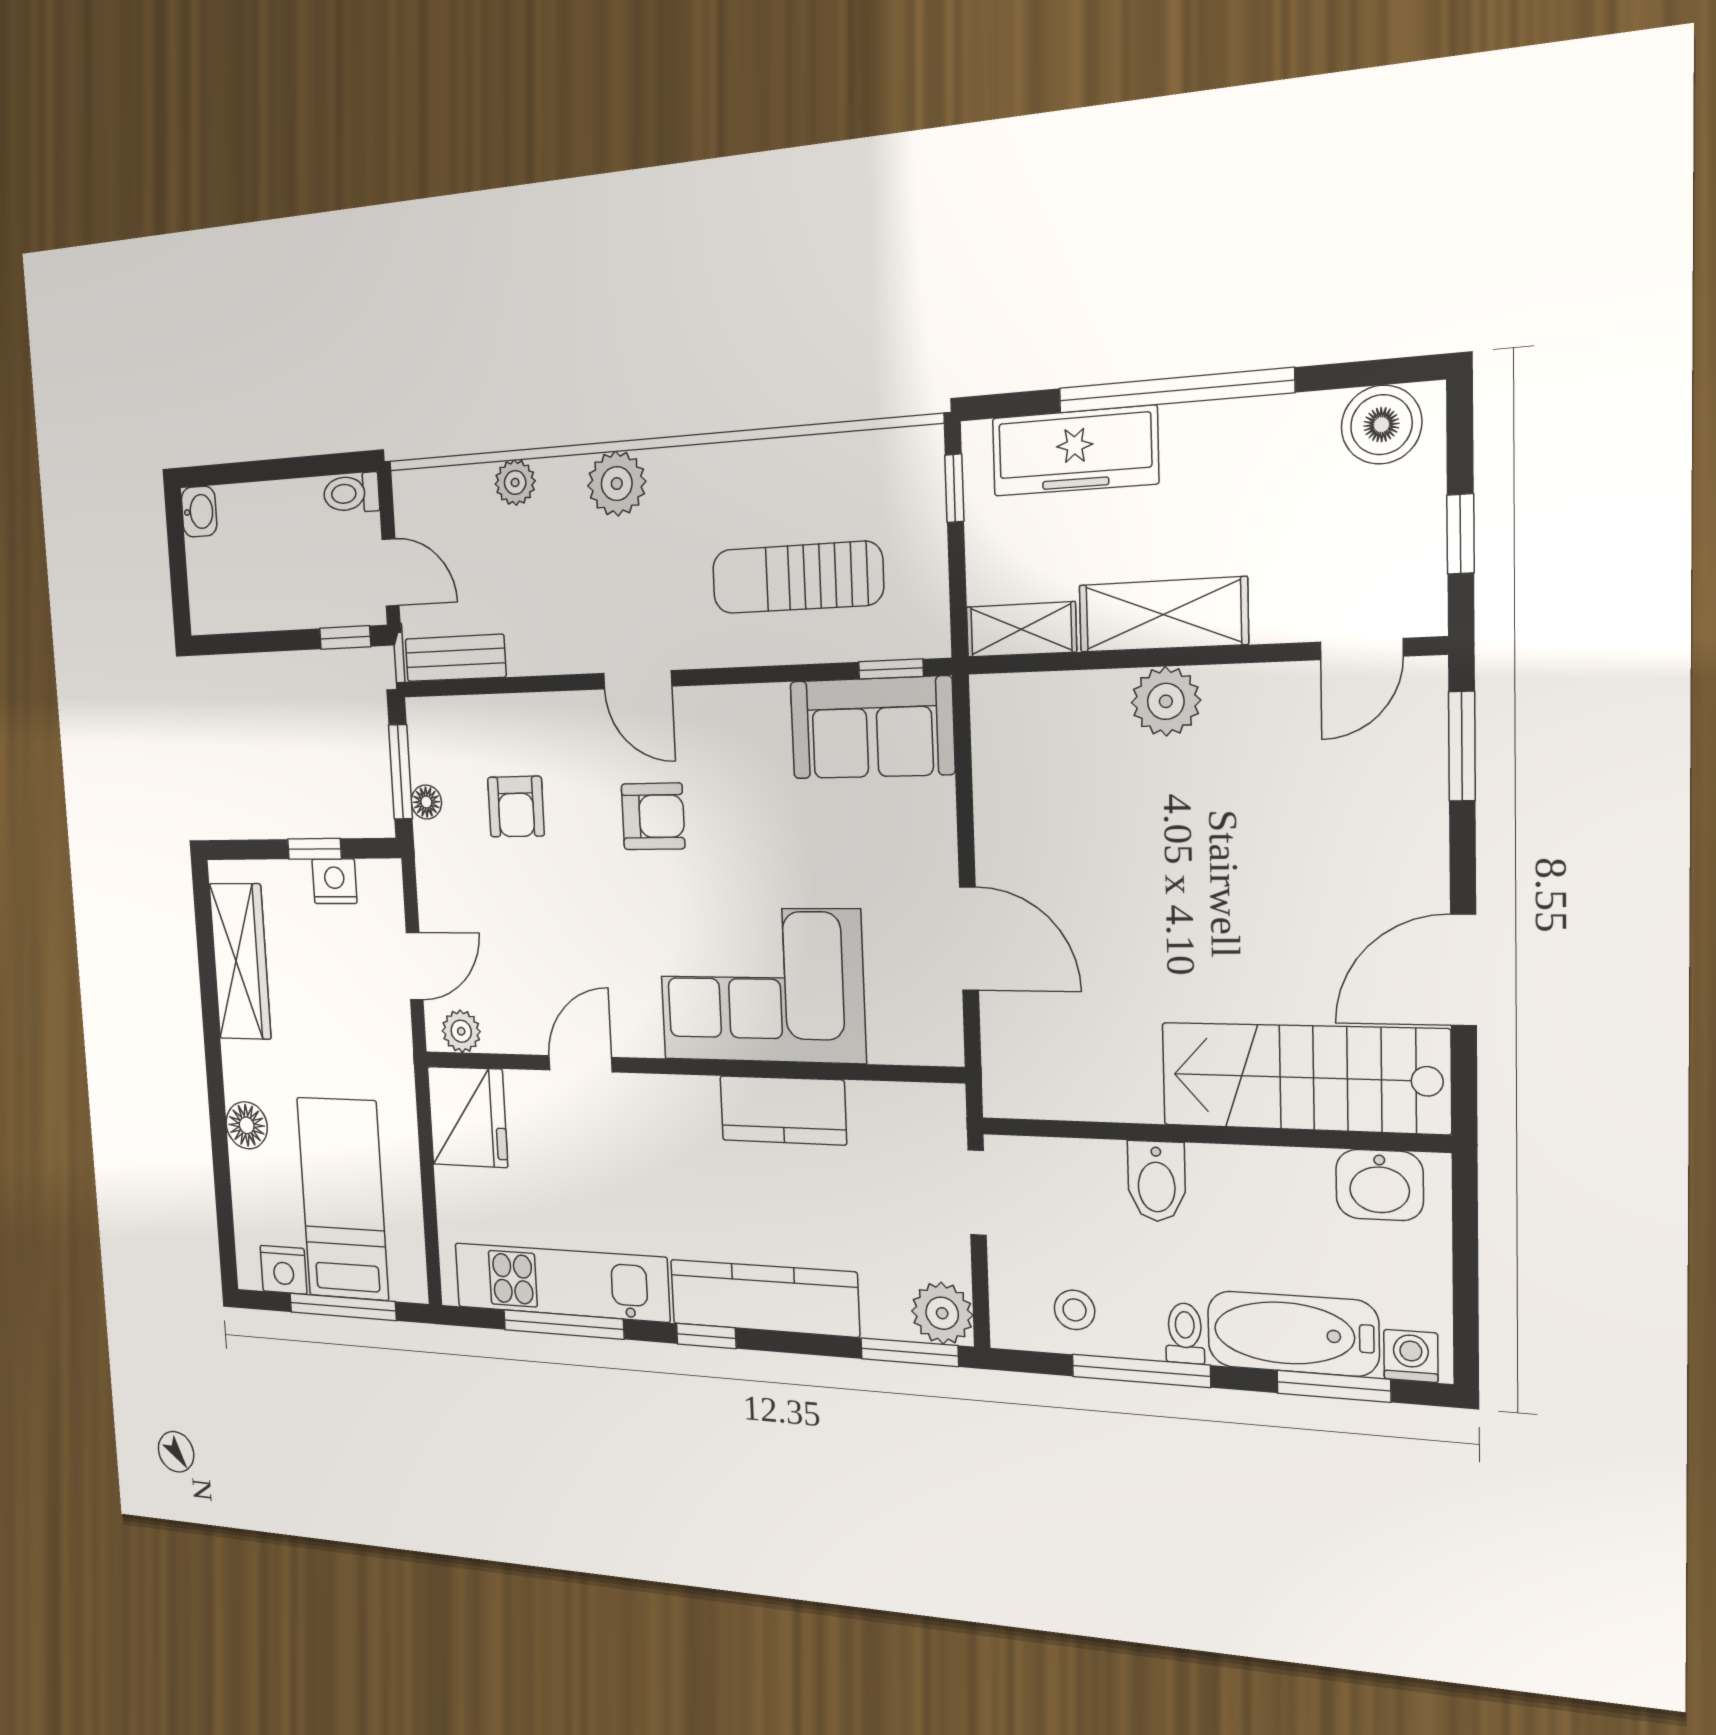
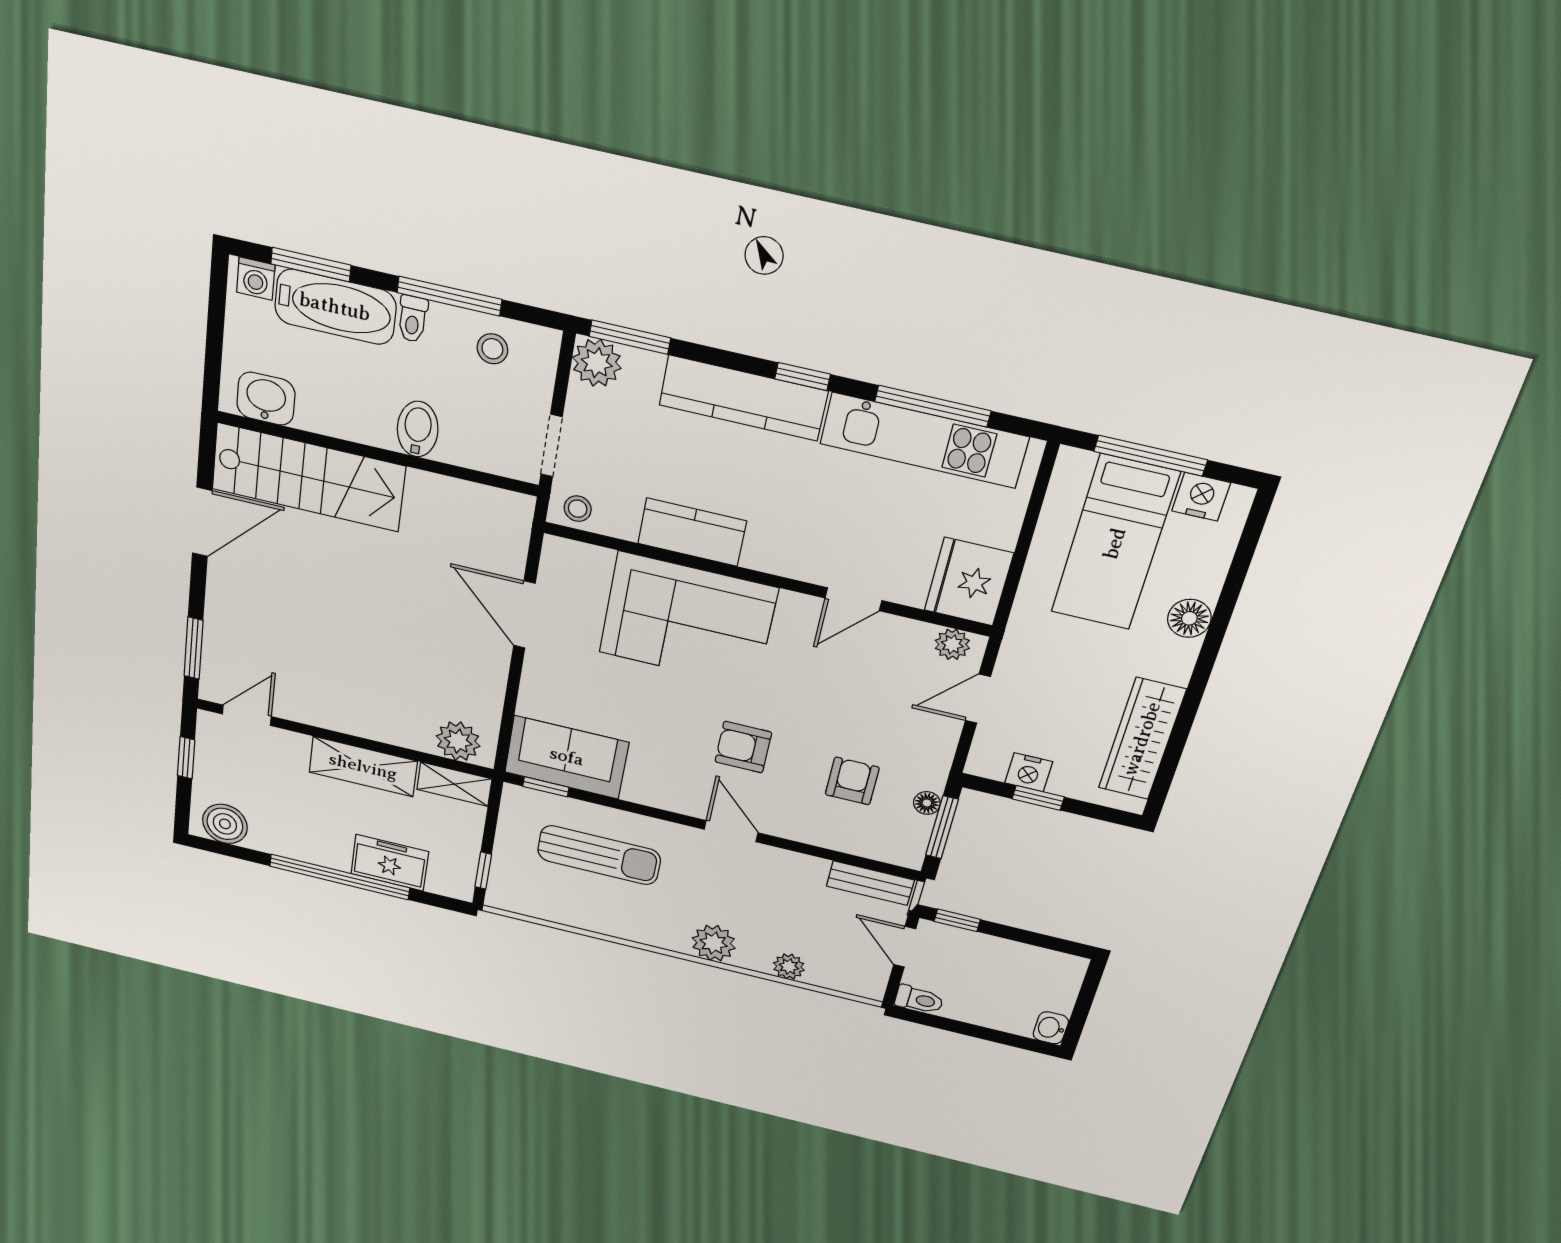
freezer: (1075, 451) -> (390, 863), width x0.71
plant: (1166, 701) -> (458, 741), moved
stool: (928, 1112) -> (578, 509), added

